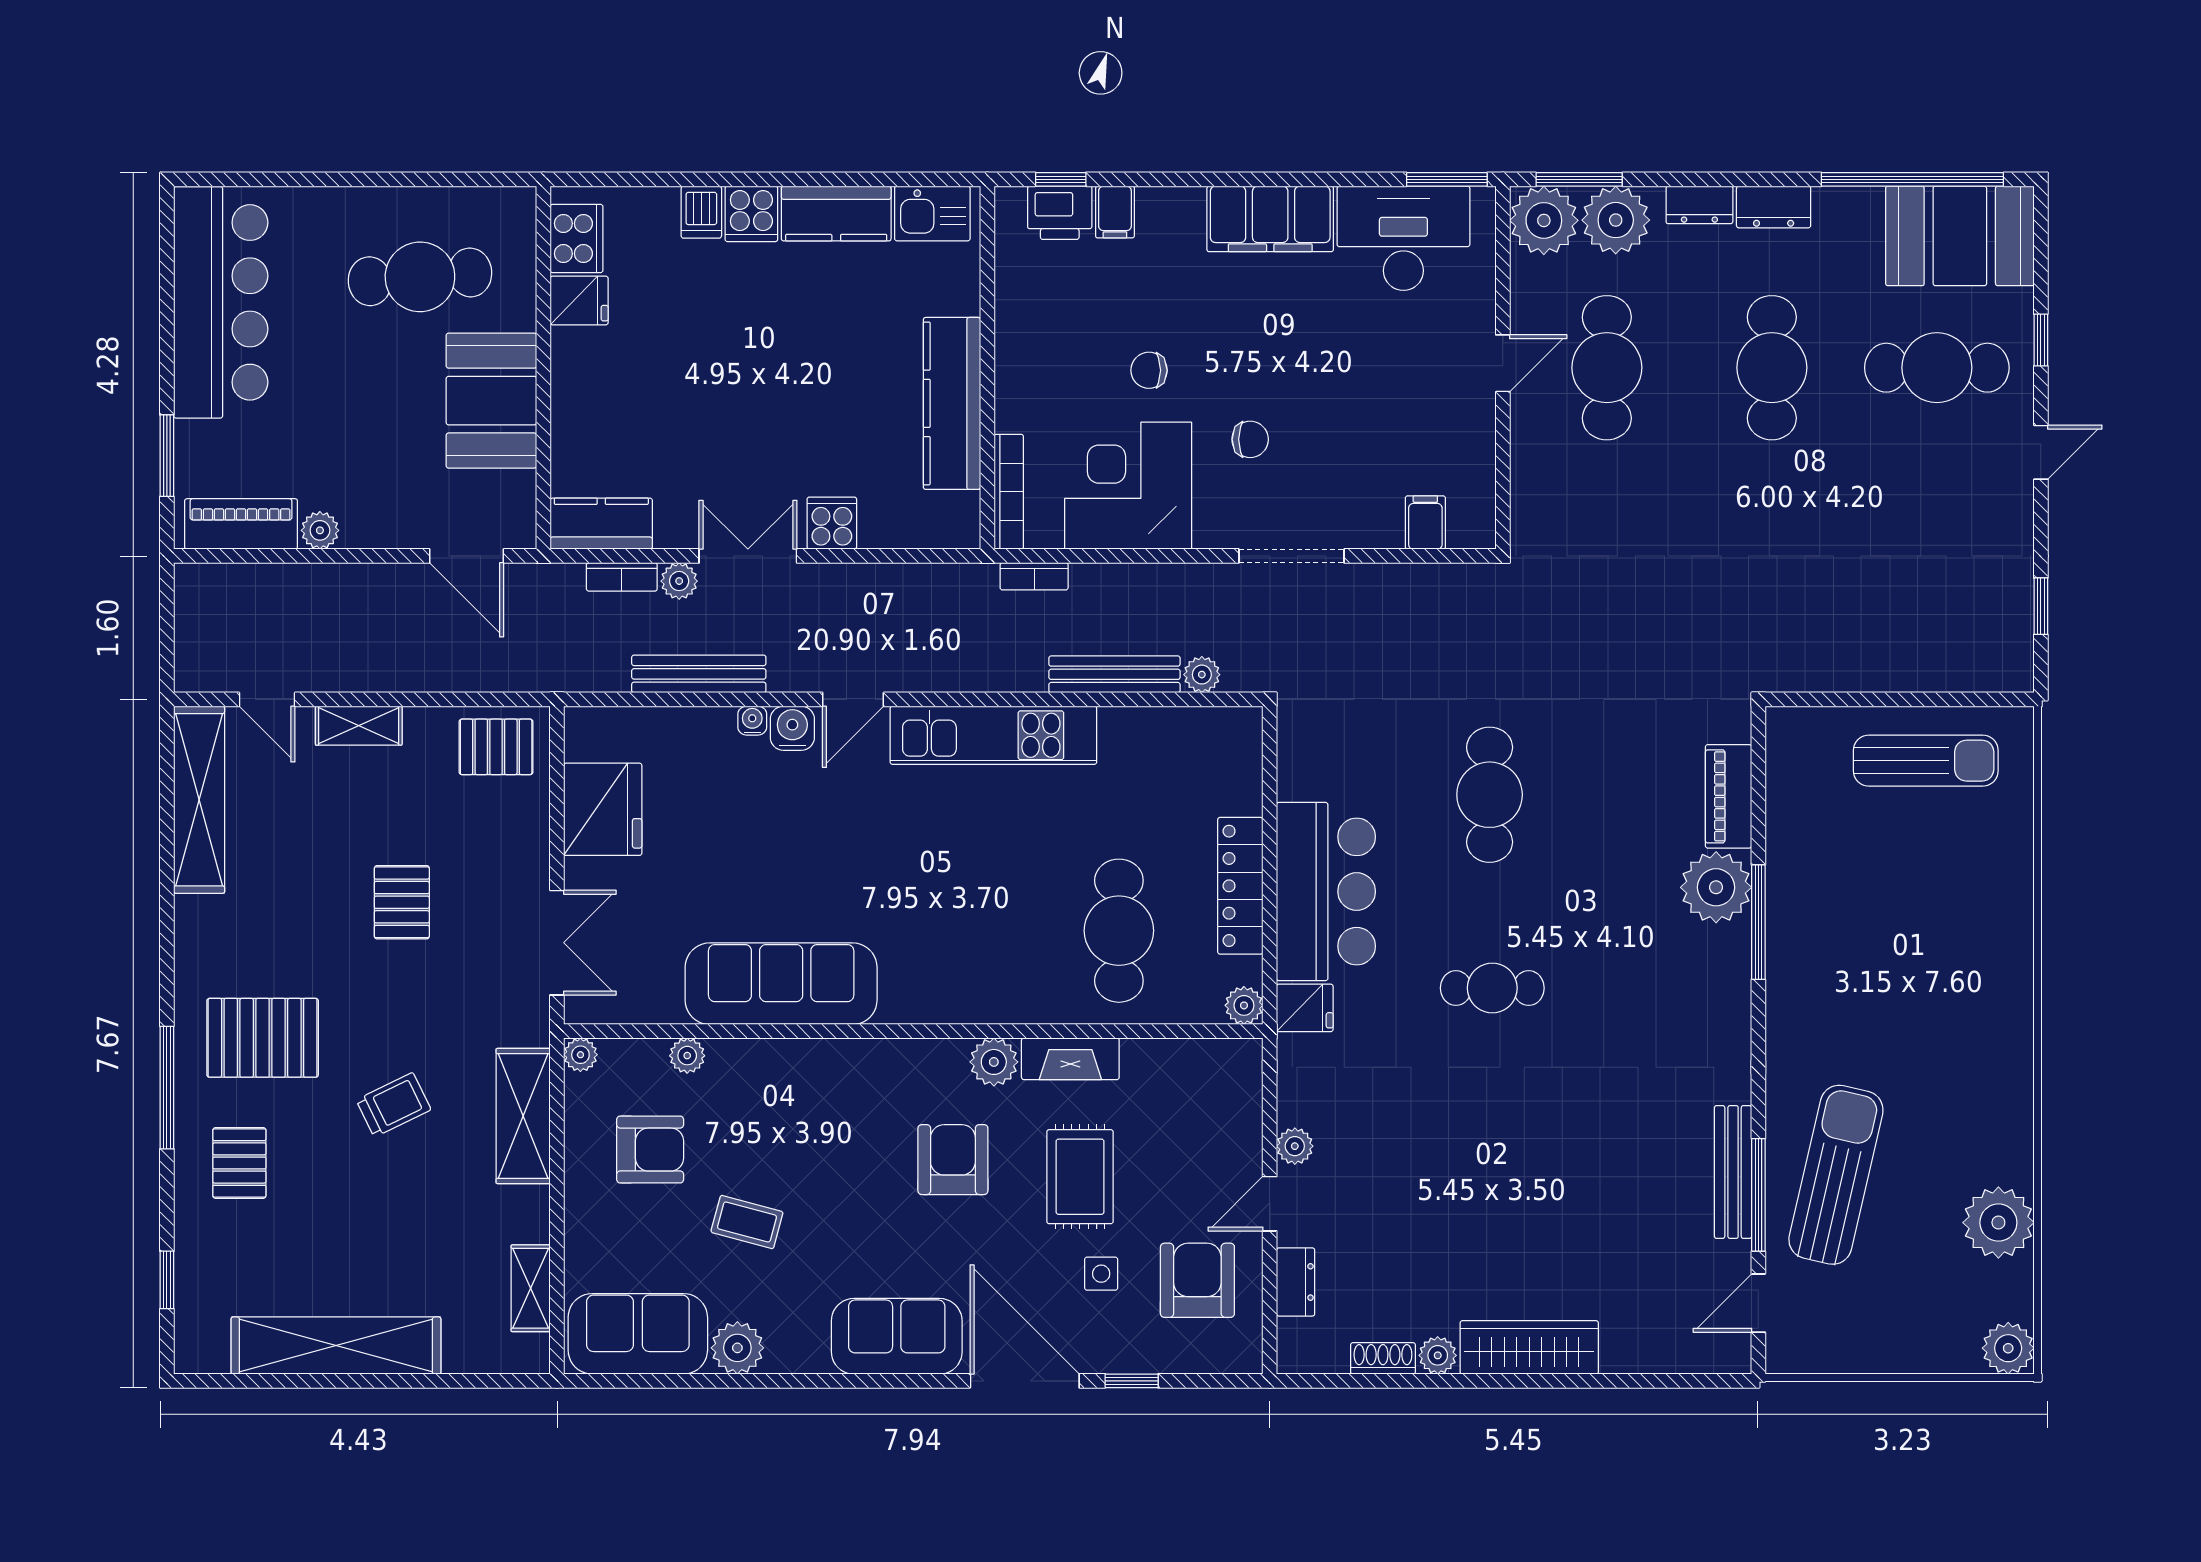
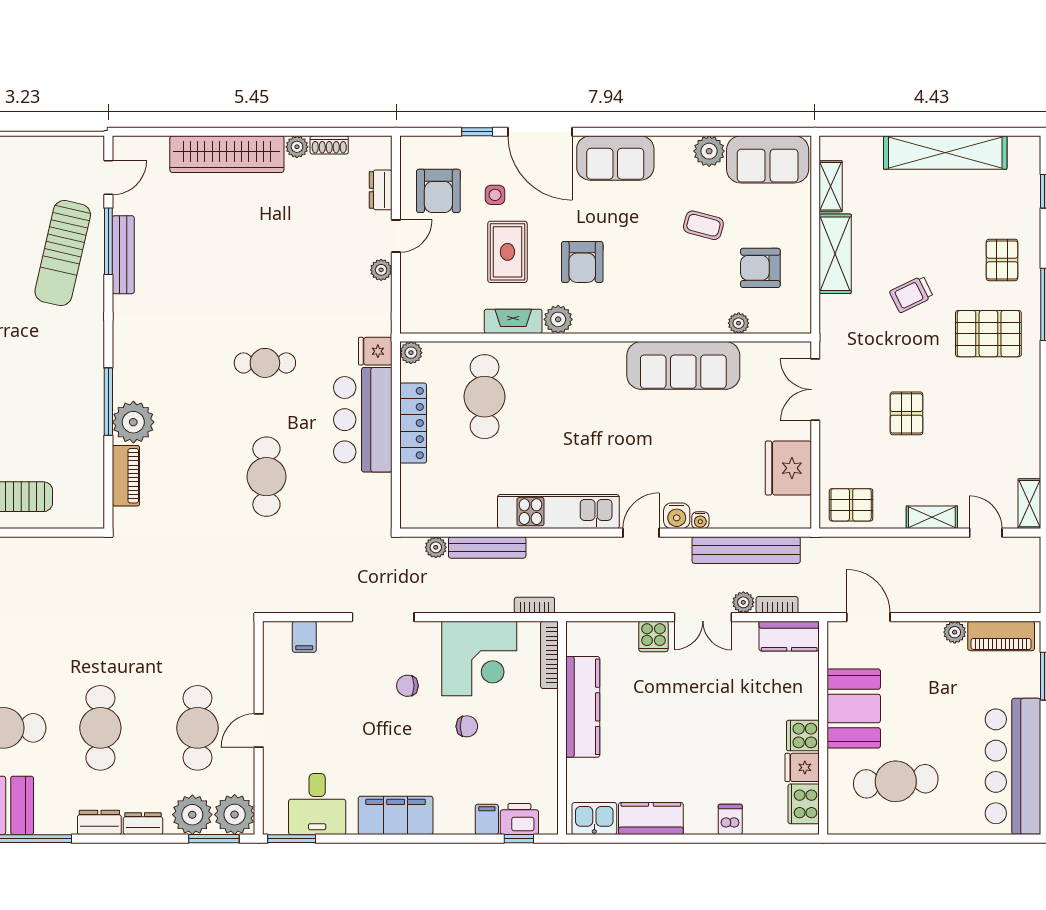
cooker: (751, 214) -> (803, 736), moved, turned -90
desk: (1403, 238) -> (317, 804), width x0.73
bench: (699, 674) -> (746, 550), width x1.37, depth x1.21
shelving: (199, 800) -> (1029, 504), width x0.45, depth x0.75
plant: (580, 1055) -> (801, 324), removed
shelving: (523, 1116) -> (835, 254), moved
wardrobe: (1529, 1347) -> (227, 154), width x1.40, depth x1.17

